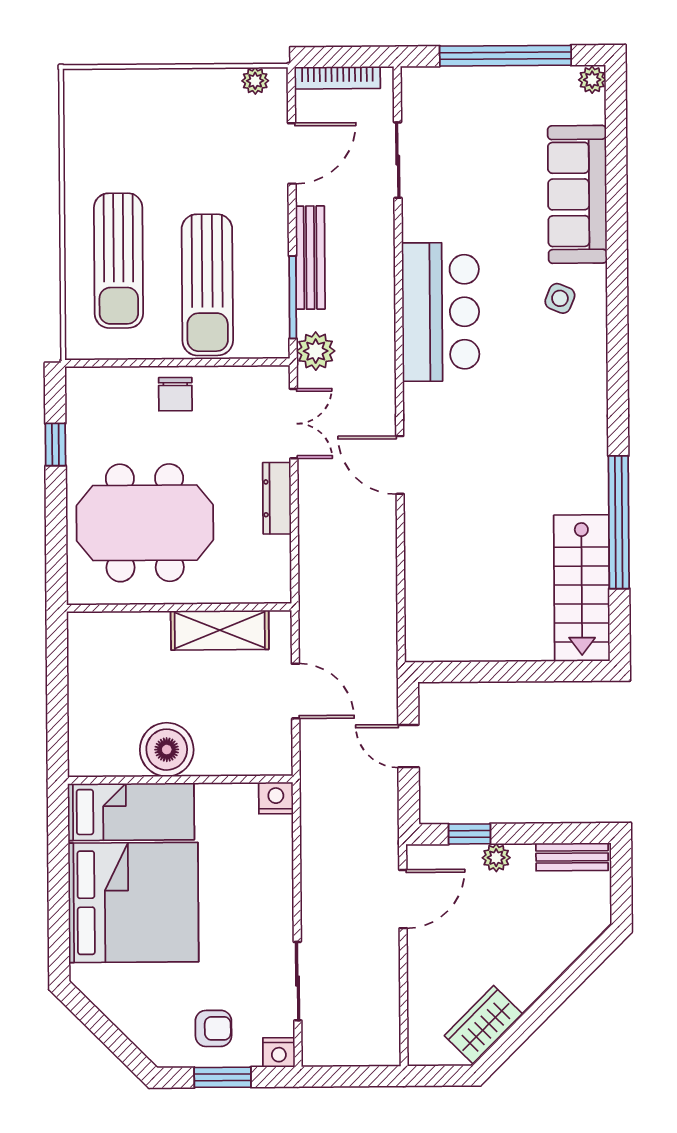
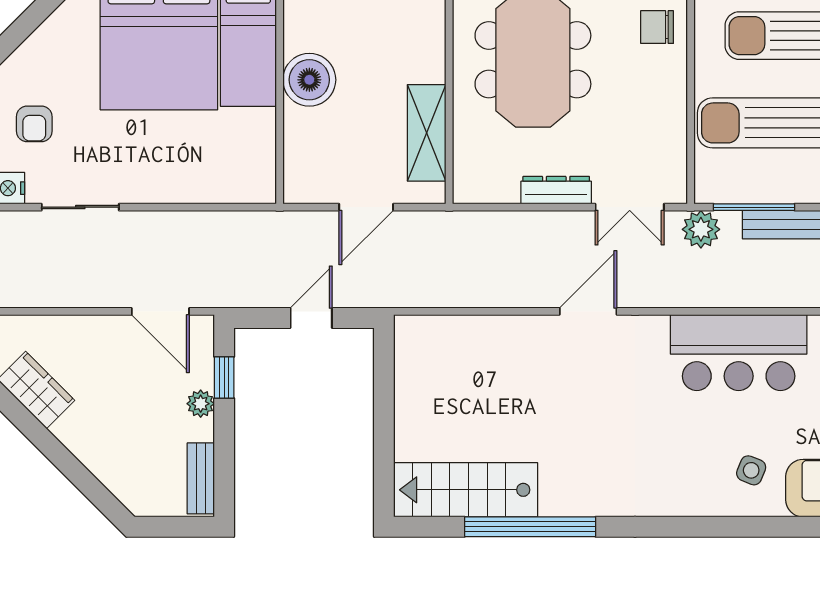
chair: (175, 394) -> (657, 27), moved
nightstand: (276, 798) -> (261, 187), removed

